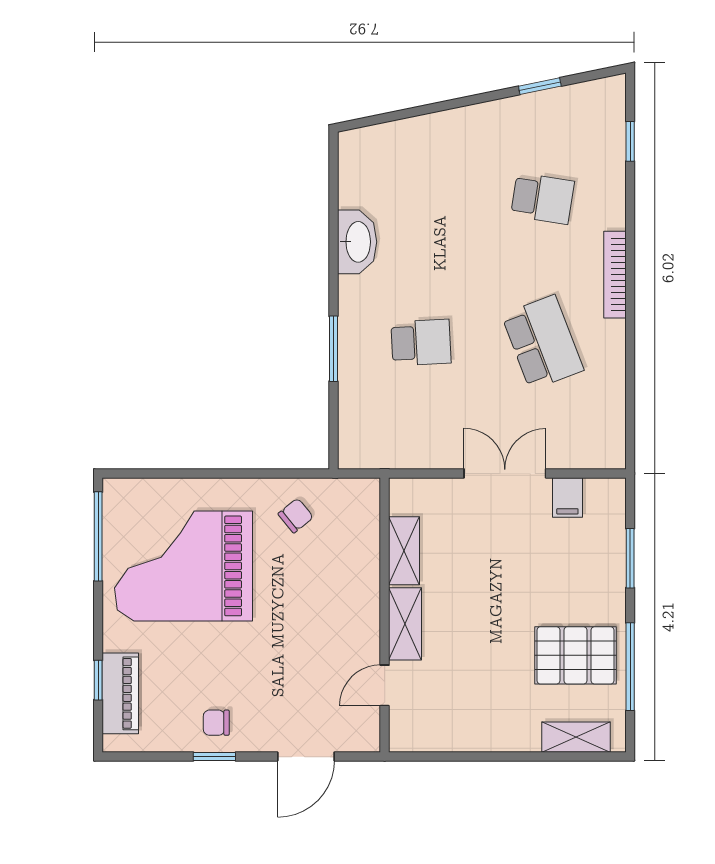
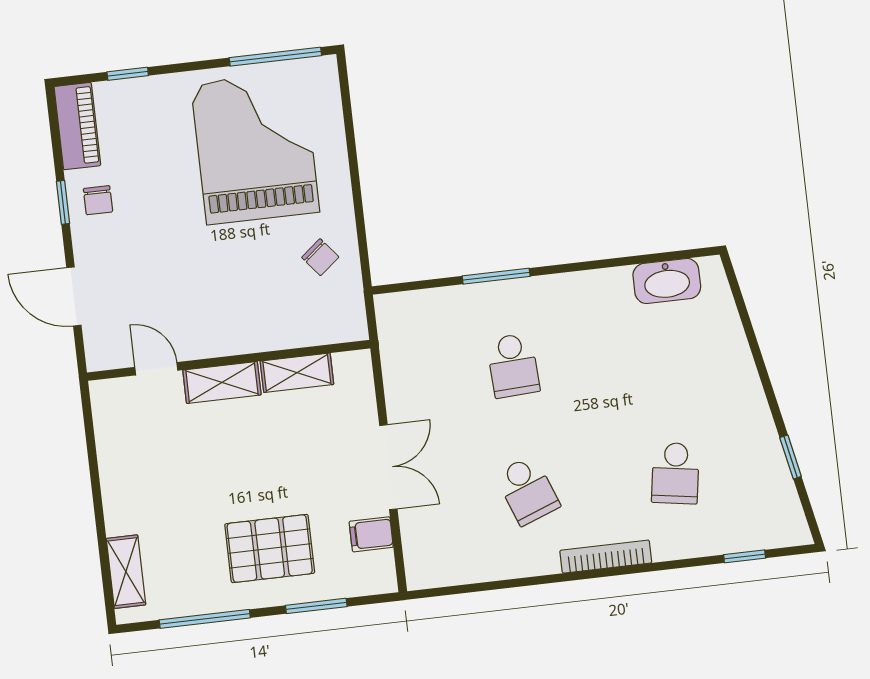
washbasin: (357, 242) -> (667, 281), moved
school desk: (543, 343) -> (527, 490), width x0.54
pallet: (575, 655) -> (270, 549), moved, turned 90
piano: (120, 693) -> (77, 126), moved, turned -90
chair: (216, 723) -> (98, 200), turned 180

